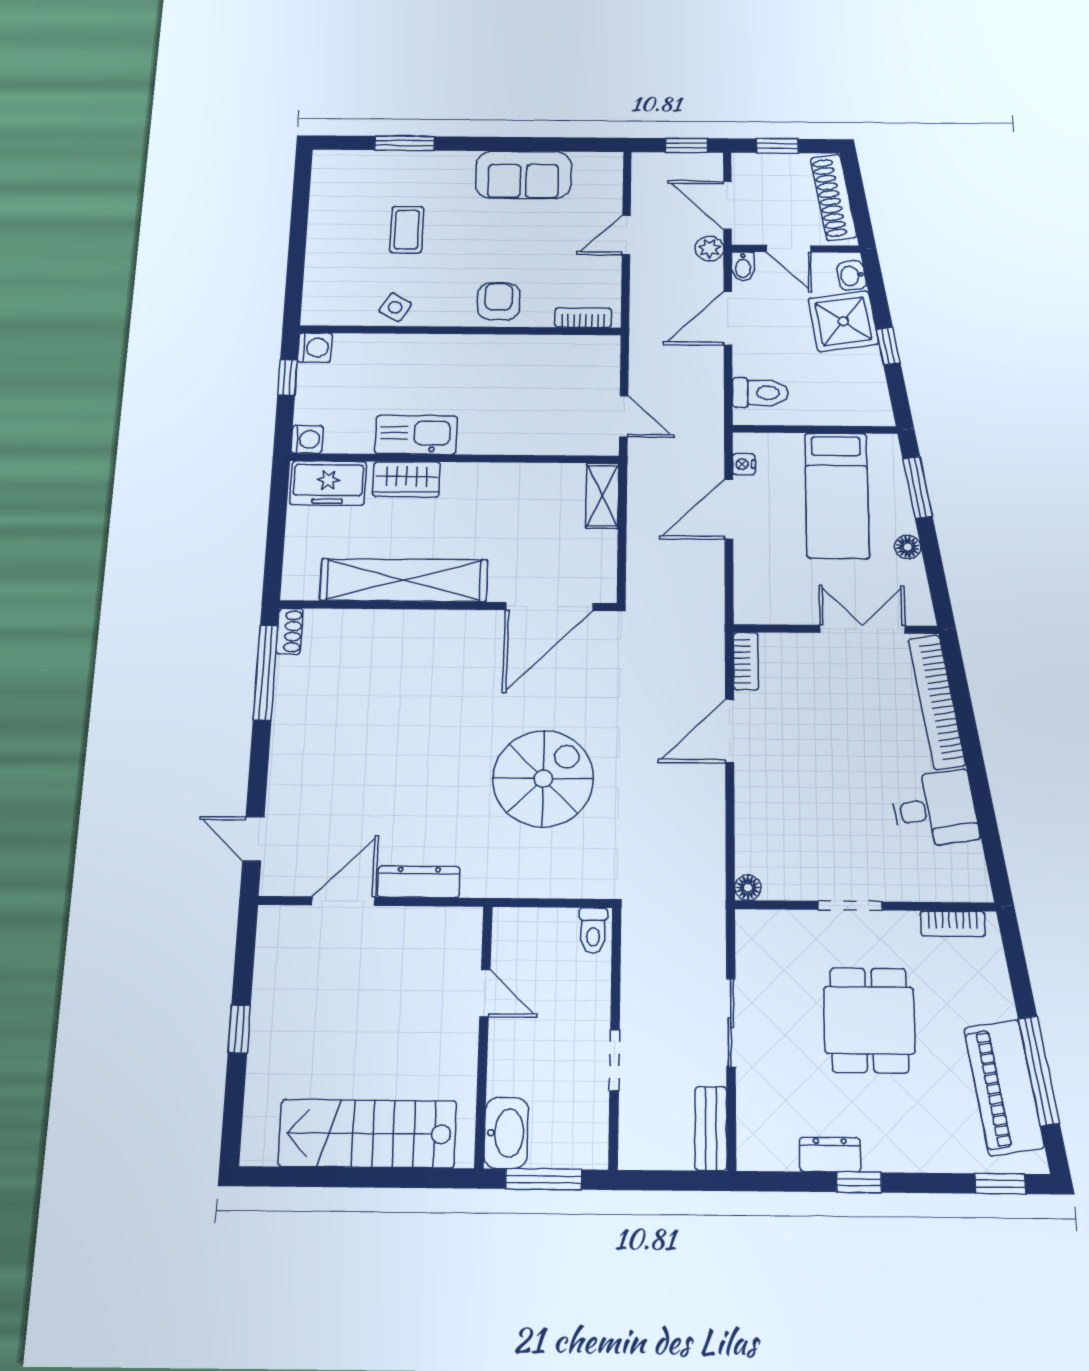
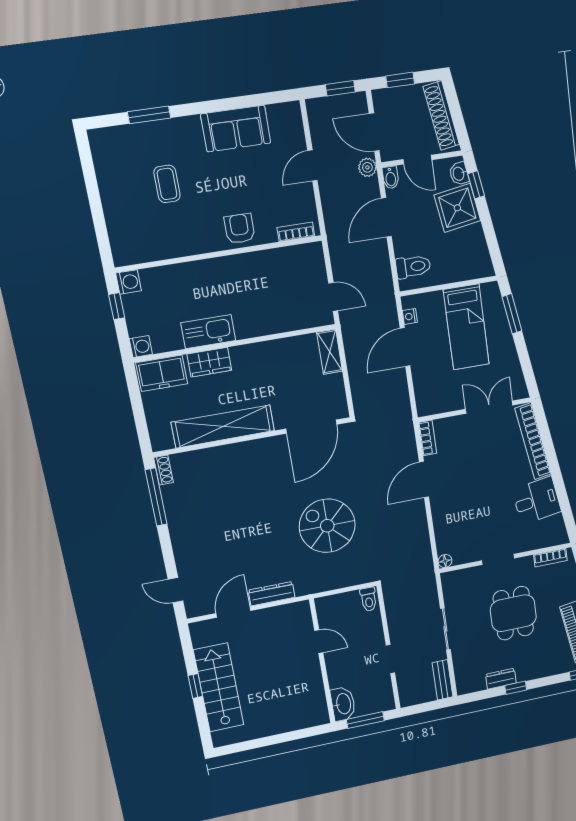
side table: (395, 307) -> (174, 244), removed
window: (888, 346) -> (476, 185), moved
floor lamp: (908, 547) -> (510, 353), removed
spiral stairs: (543, 779) -> (327, 526), turned -90
stairs: (367, 1134) -> (219, 688), moved, turned 90

